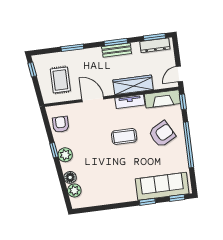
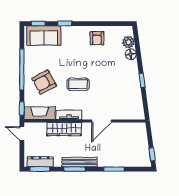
bench: (117, 50) -> (79, 162), width x1.36
door: (179, 74) -> (22, 133), swing flipped
rug: (60, 80) -> (128, 142), removed
door: (93, 99) -> (102, 121), hinge flipped
armchair: (61, 124) -> (97, 38), moved
plant: (65, 155) -> (133, 75), removed
sofa: (162, 186) -> (44, 36), width x0.73

